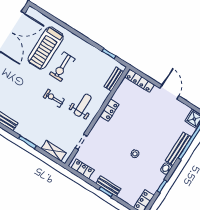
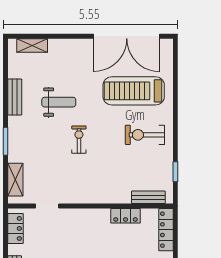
exercise bike: (62, 67) -> (145, 135), moved
weight bench: (83, 105) -> (59, 102), moved
locker: (109, 110) -> (126, 216), moved

